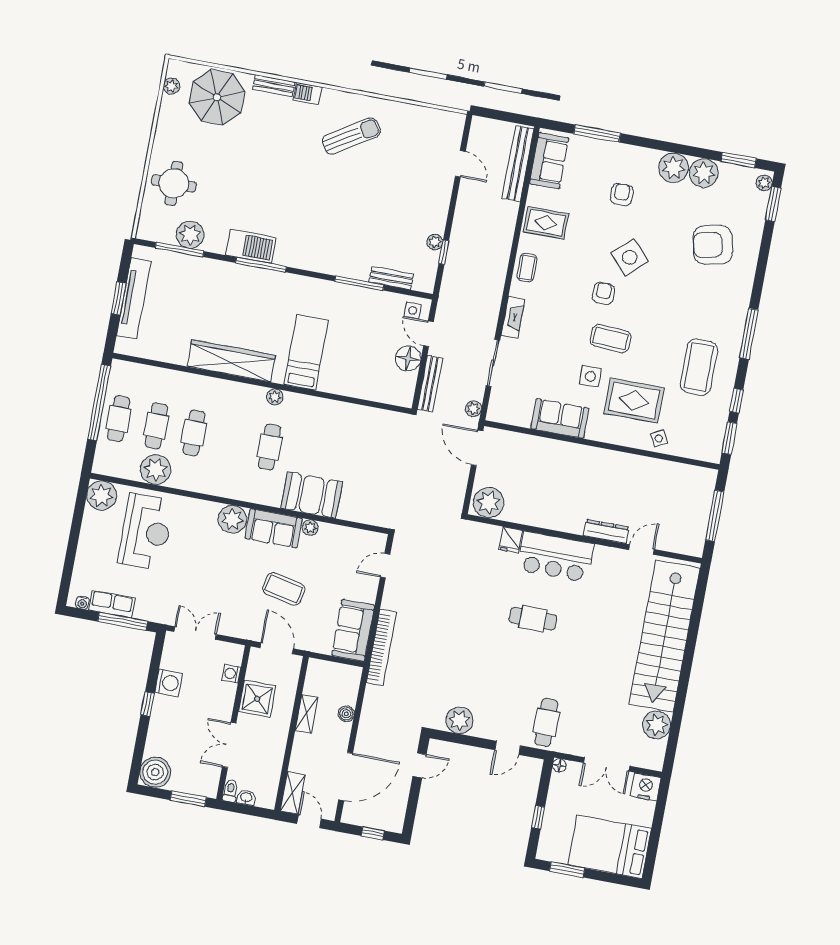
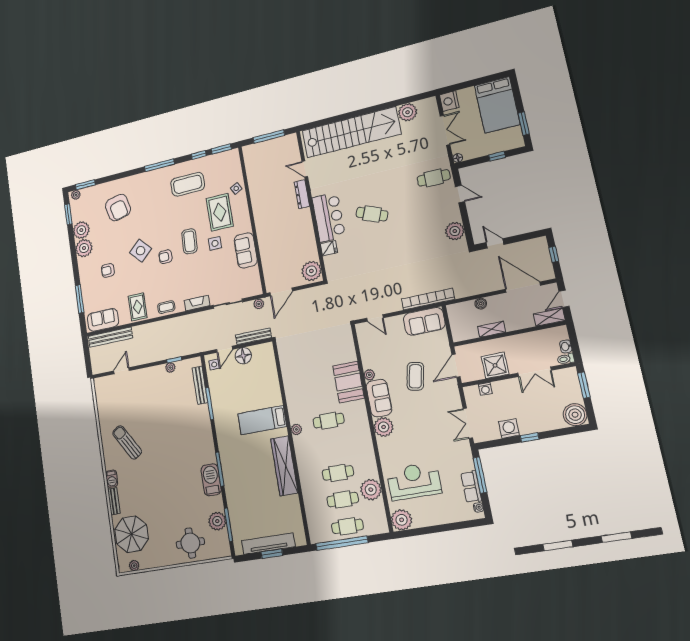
bench: (391, 278) -> (200, 385), width x1.36
cafe table: (533, 619) -> (372, 214), turned -68

